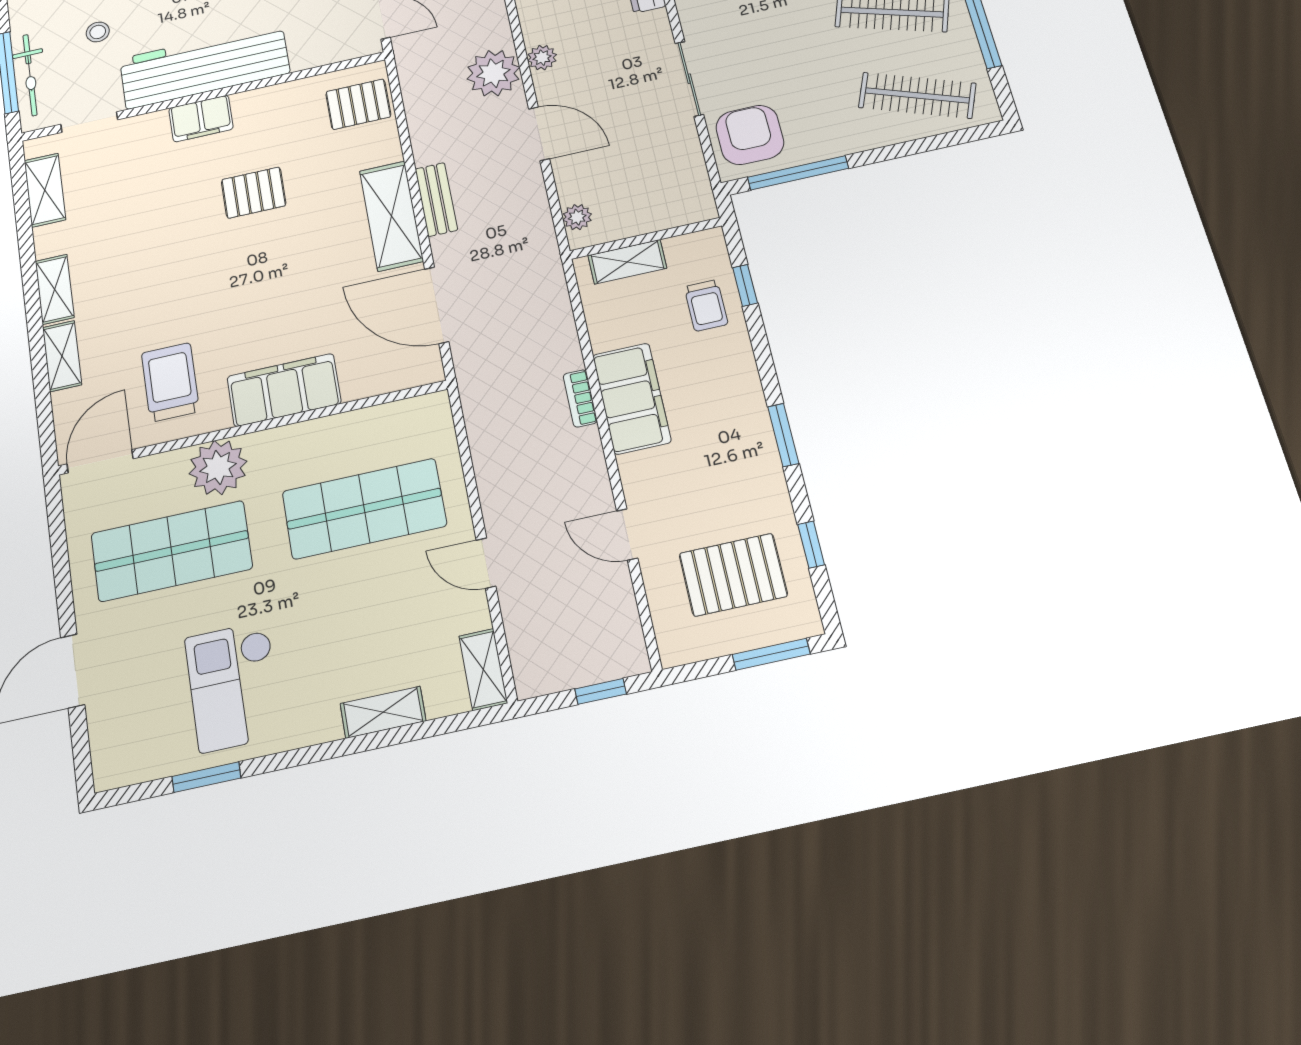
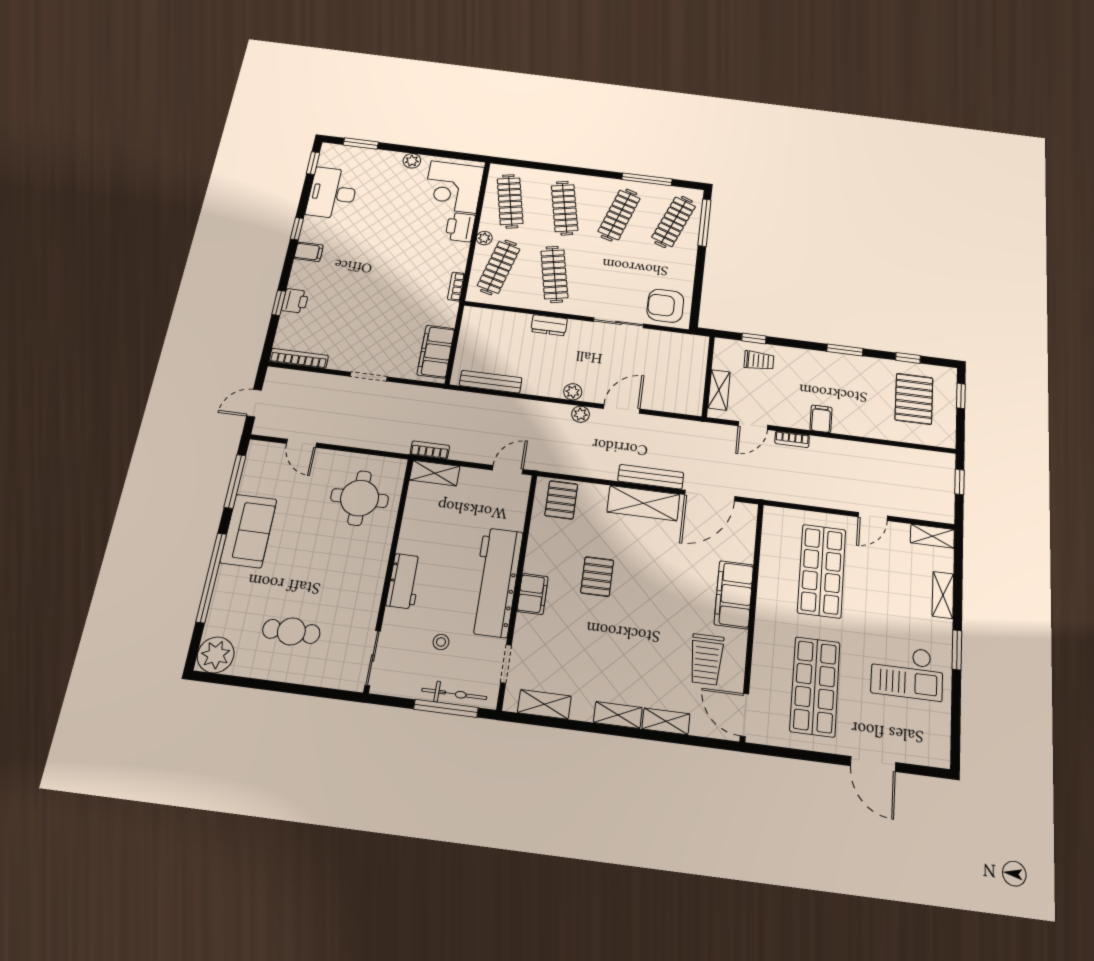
plant: (493, 73) -> (581, 414), width x0.53, depth x0.53
window: (798, 173) -> (704, 223), moved
bench: (436, 199) -> (651, 477), width x1.36
plant: (577, 217) -> (682, 406), removed
trolley: (170, 382) -> (706, 659), turned -90
filing cabinet: (632, 398) -> (821, 419), width x0.33, depth x0.86
plant: (218, 467) -> (771, 646), removed
door: (627, 534) -> (753, 426), moved
window: (771, 654) -> (961, 396), width x0.67
window: (206, 777) -> (957, 650), moved

